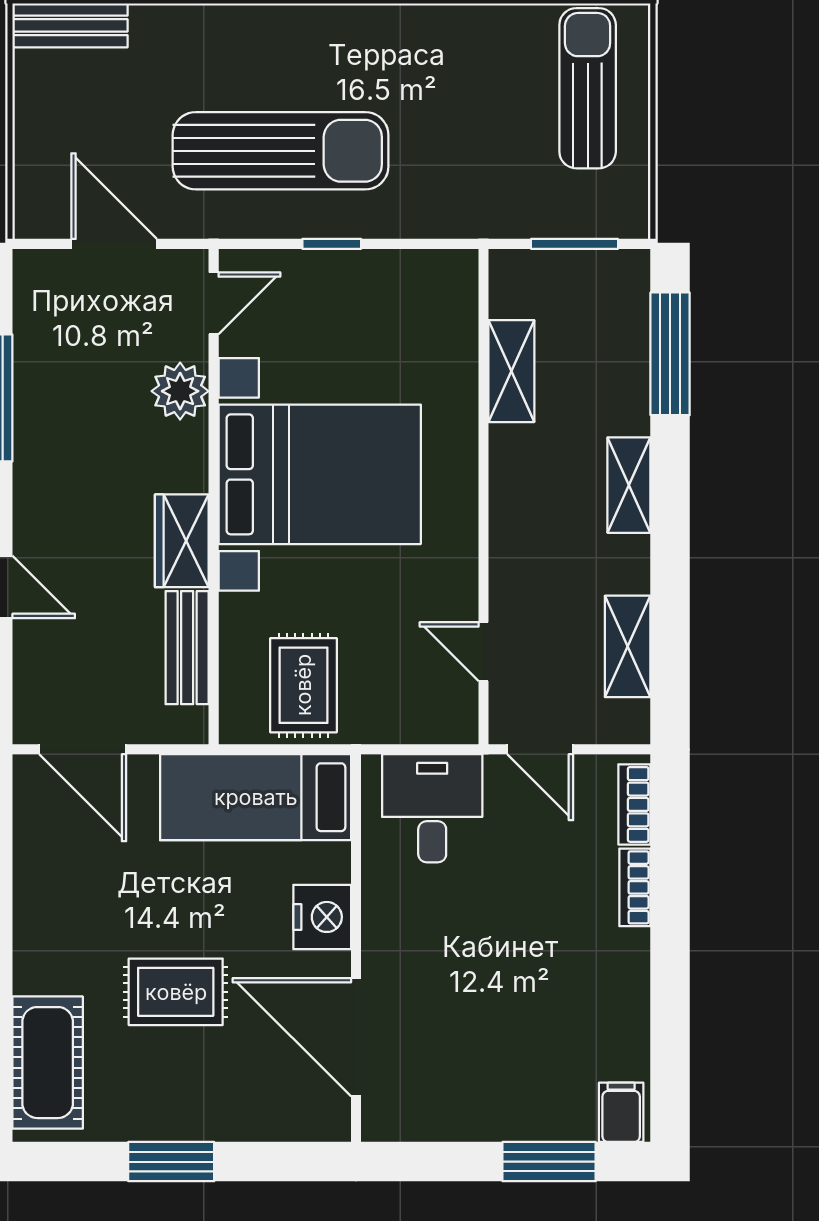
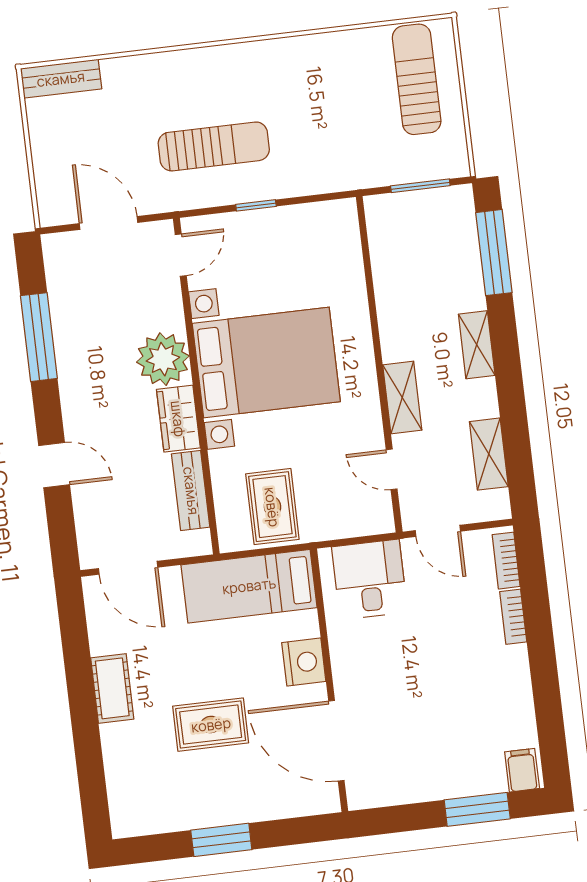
sun lounger: (281, 151) -> (214, 146), width x0.73, depth x0.75
shelving: (511, 371) -> (402, 398), moved
plant: (180, 391) -> (163, 359), moved, width x1.36, depth x1.36
cot: (48, 1063) -> (112, 688), moved, width x0.73, depth x0.75

